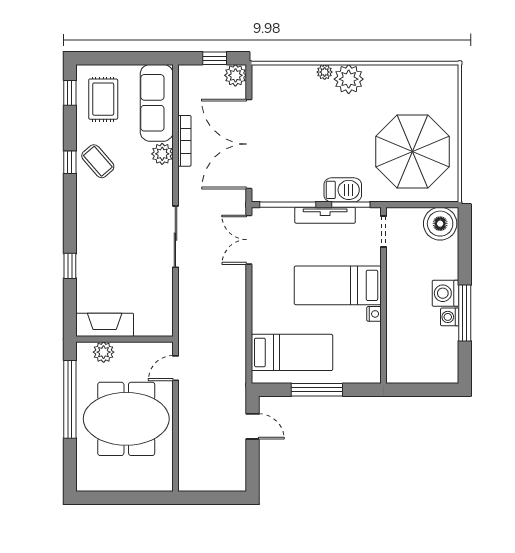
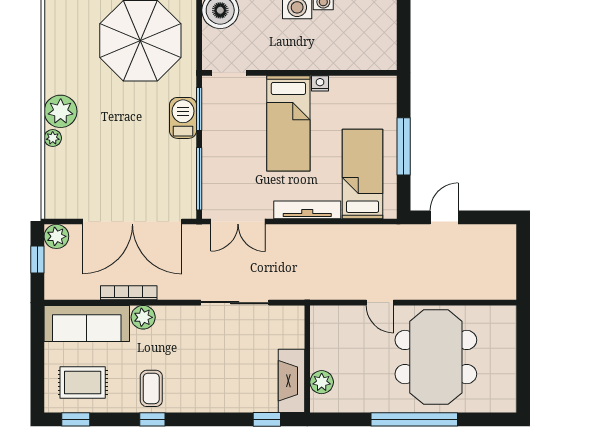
coffee table: (98, 161) -> (151, 388), turned -49
tv unit: (325, 215) -> (307, 210), moved, turned -90
fireplace: (105, 325) -> (292, 381), moved
wall: (125, 339) -> (307, 359), moved
plant: (104, 352) -> (322, 382), moved

